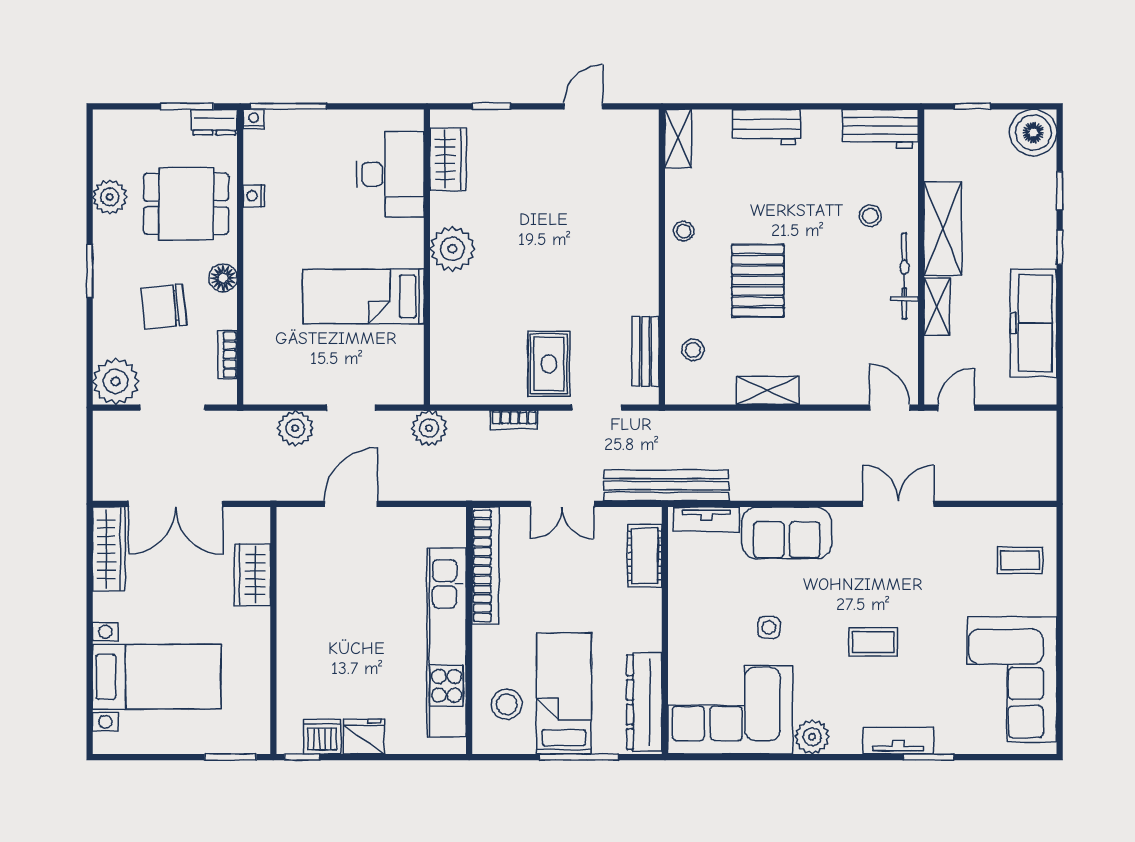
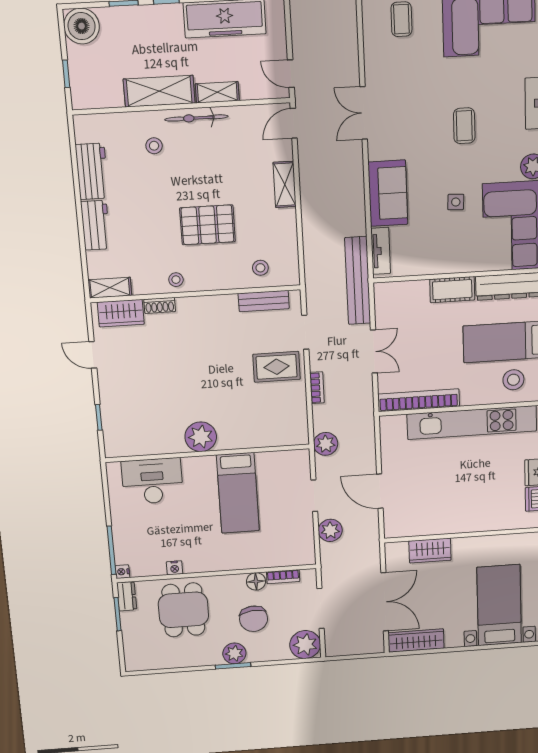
workbench: (880, 129) -> (92, 171), moved
wardrobe: (448, 159) -> (121, 313), moved, turned 180
plant: (110, 197) -> (234, 653), moved
shoe rack: (649, 206) -> (160, 305), added
floor lamp: (223, 278) -> (256, 581), moved
shelving: (768, 390) -> (285, 184), moved
cot: (645, 556) -> (452, 290), moved

